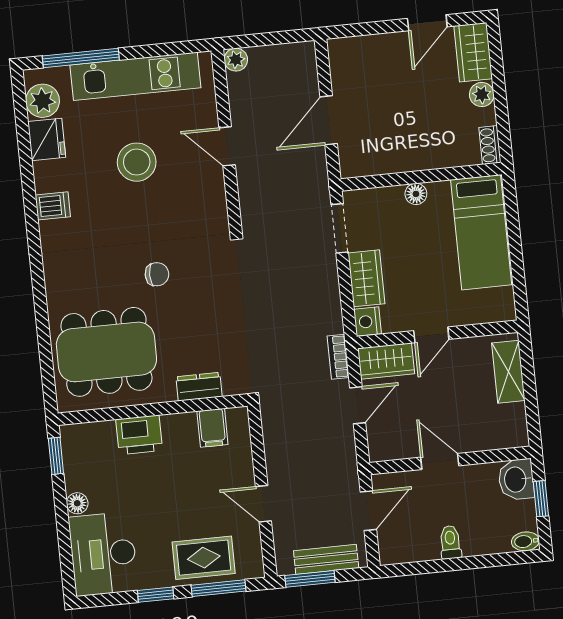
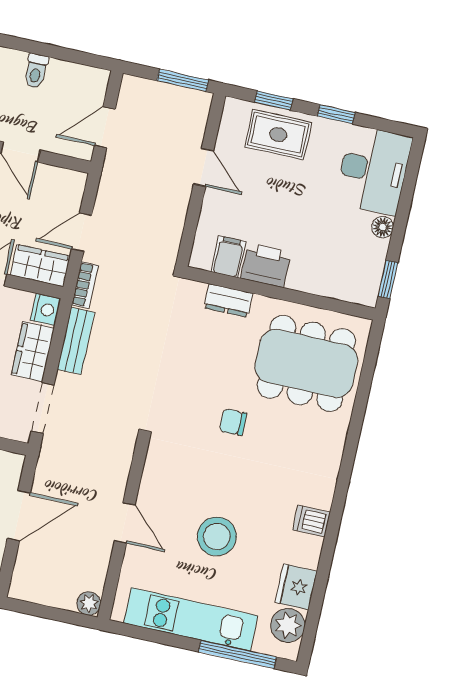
printer: (139, 435) -> (266, 265), moved
bench: (326, 559) -> (76, 341), moved, turned 90
window: (219, 588) -> (274, 100), width x0.67

